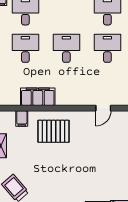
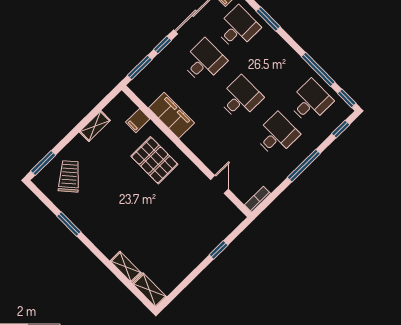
door: (103, 108) -> (219, 184), swing flipped

